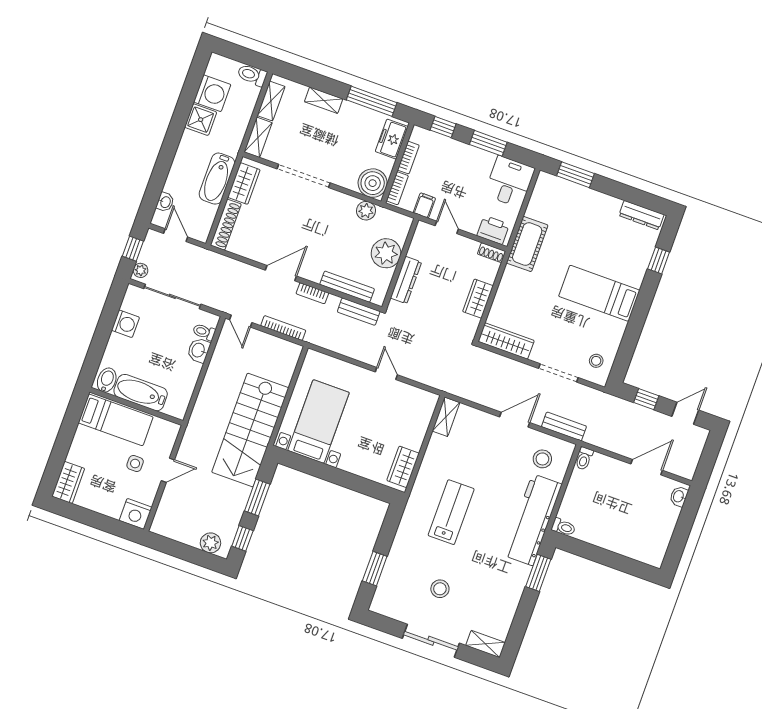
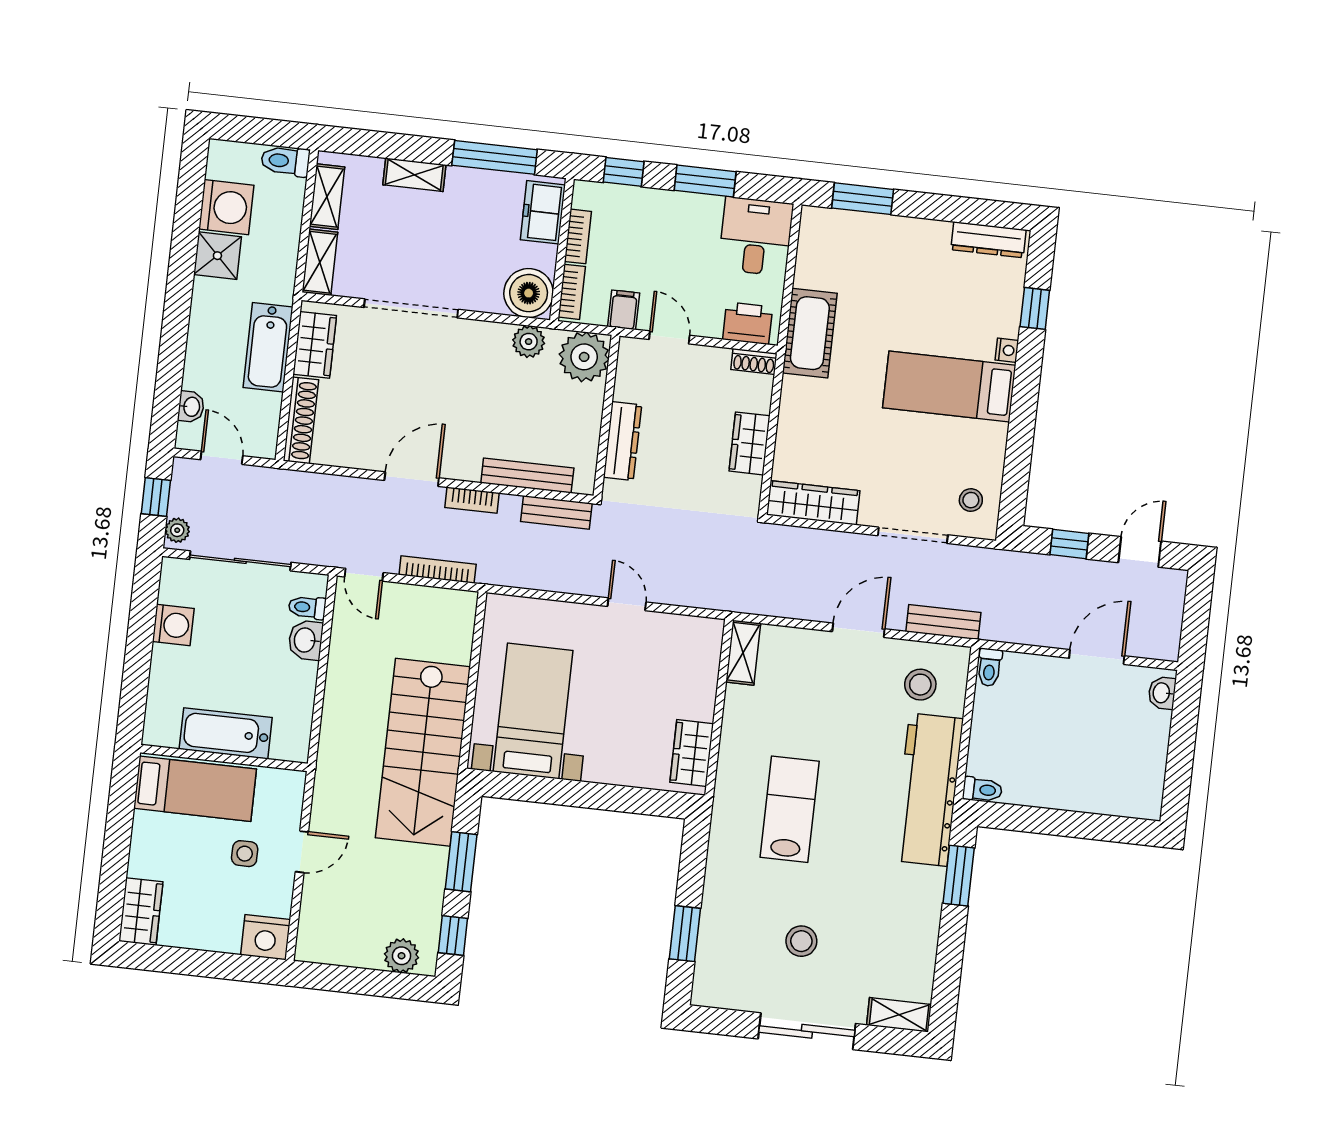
plant: (386, 253) -> (584, 357), moved
nightstand: (637, 280) -> (1007, 350), added
bidet: (107, 380) -> (164, 726), removed

